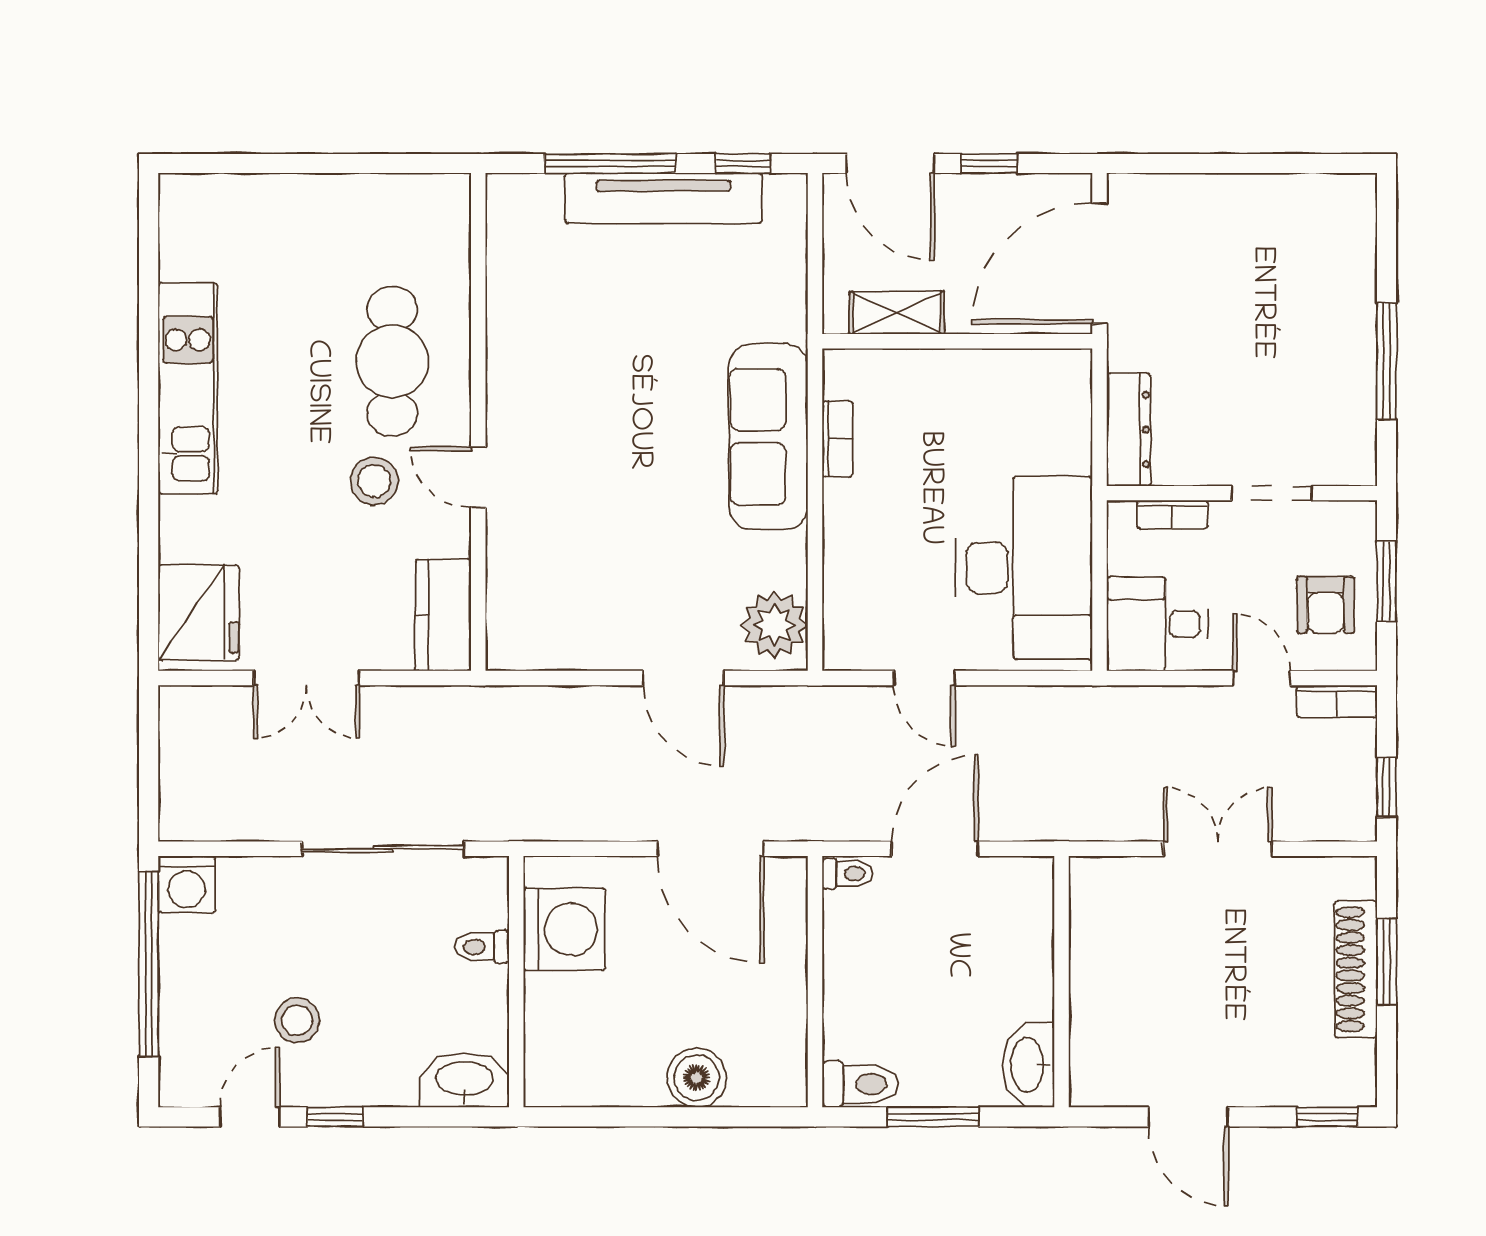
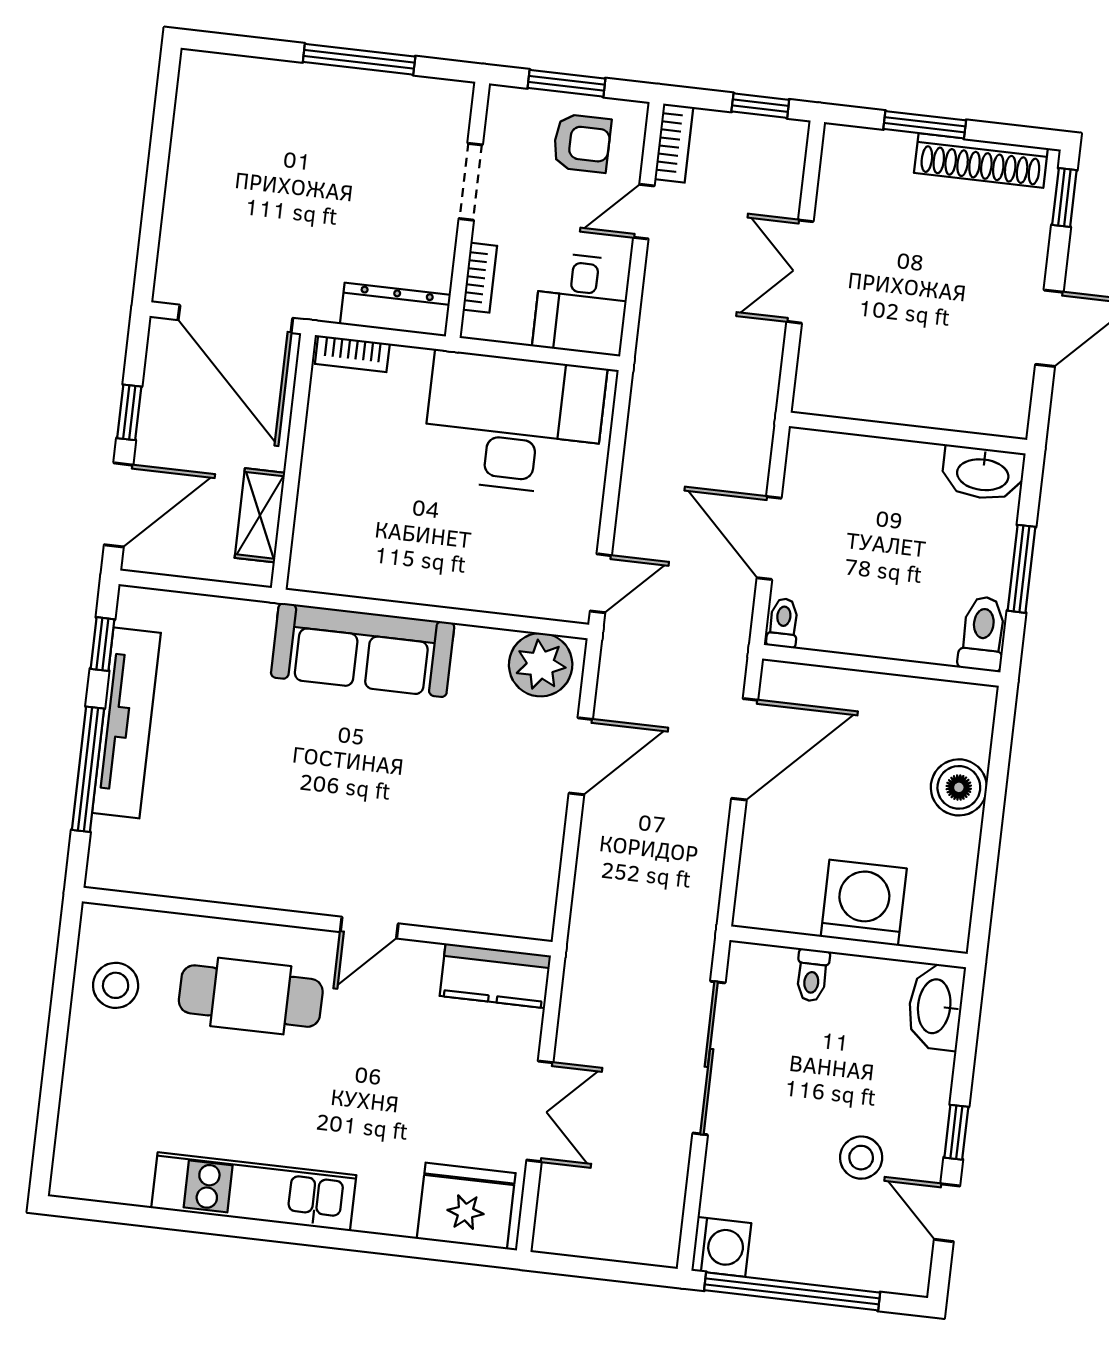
bookcase: (837, 439) -> (352, 354), moved, turned 180
stool: (374, 481) -> (116, 985), moved
door: (925, 678) -> (601, 583), moved
washing machine: (564, 929) -> (864, 903), moved
shoe rack: (1356, 969) -> (981, 160), moved

